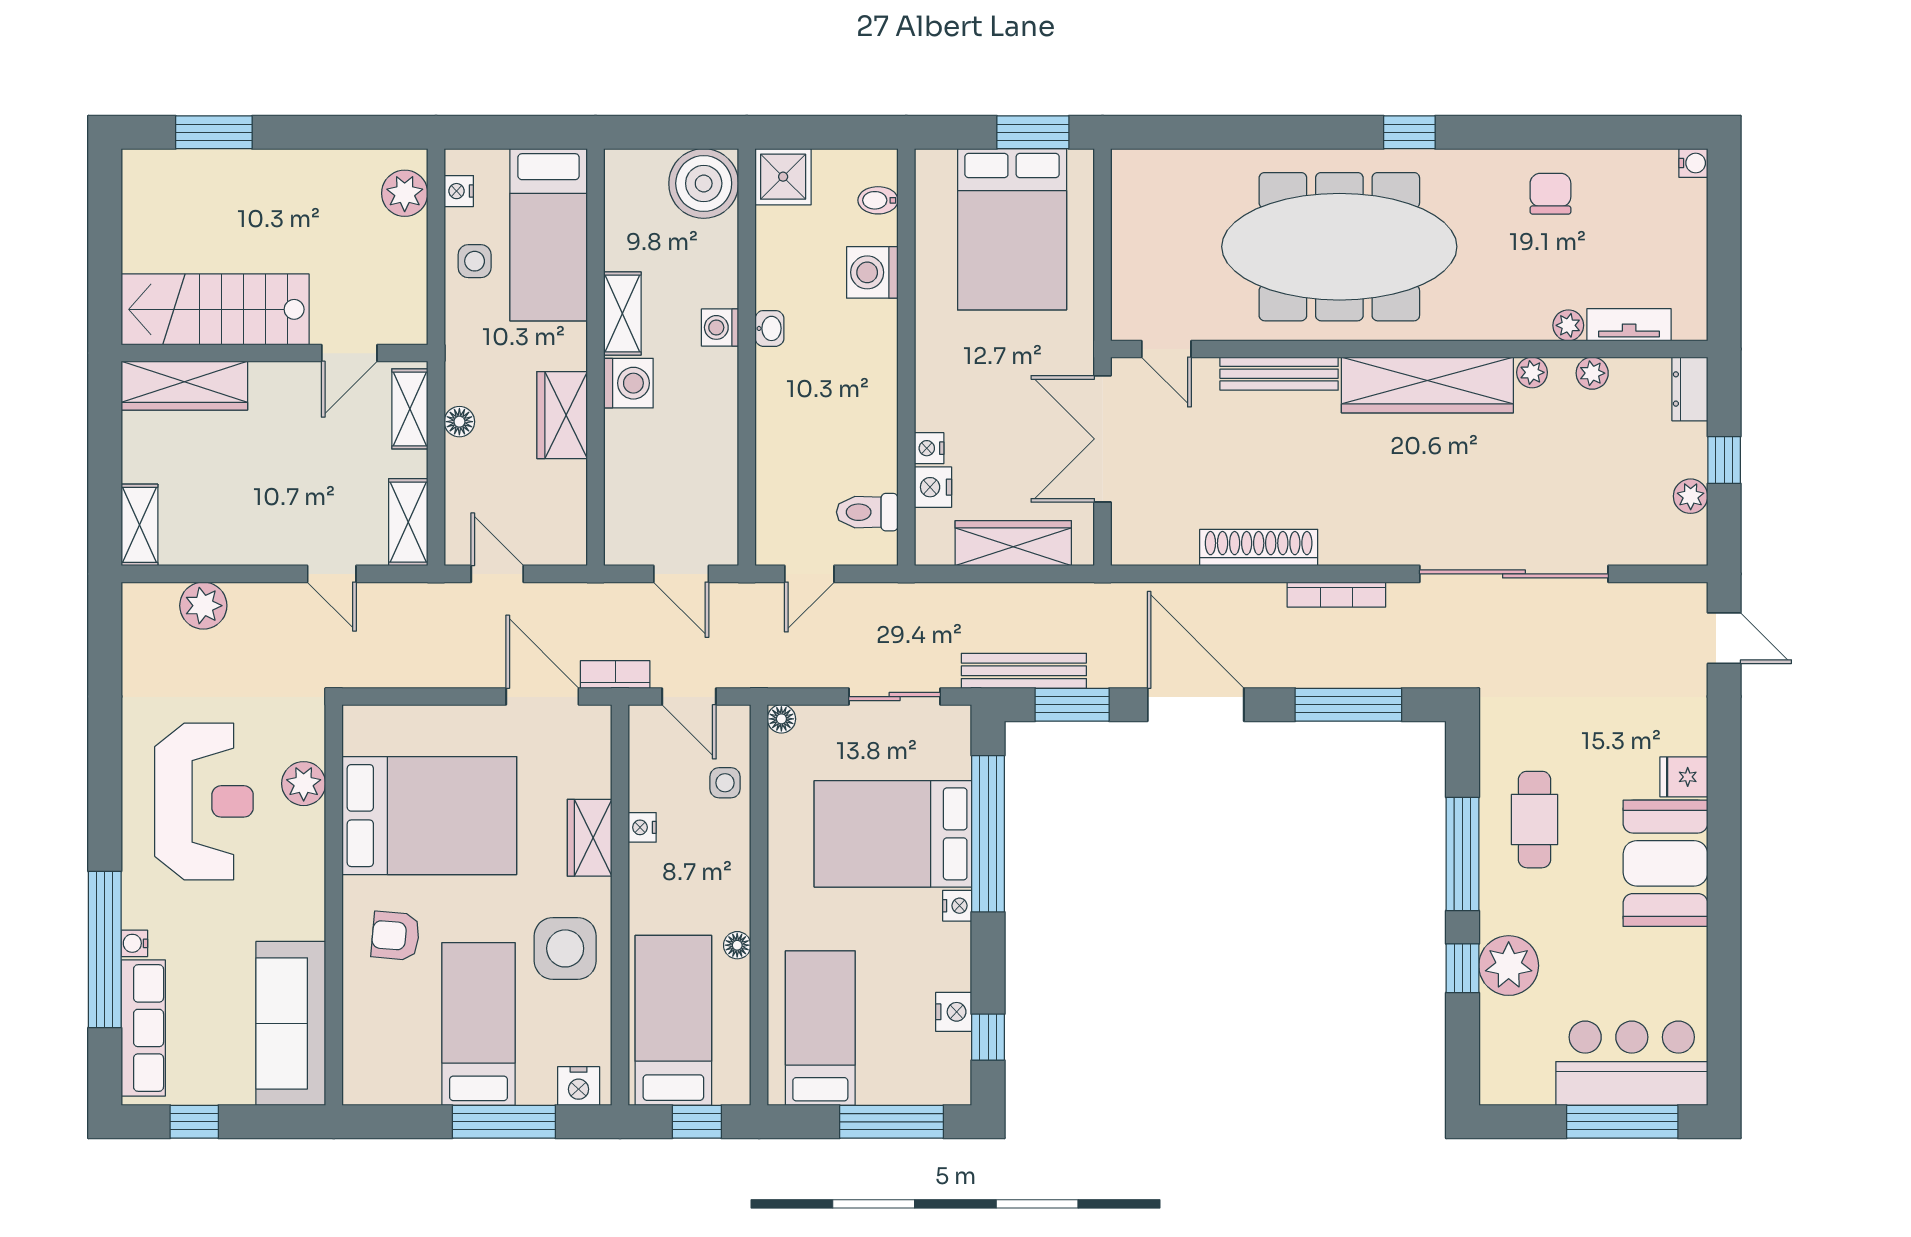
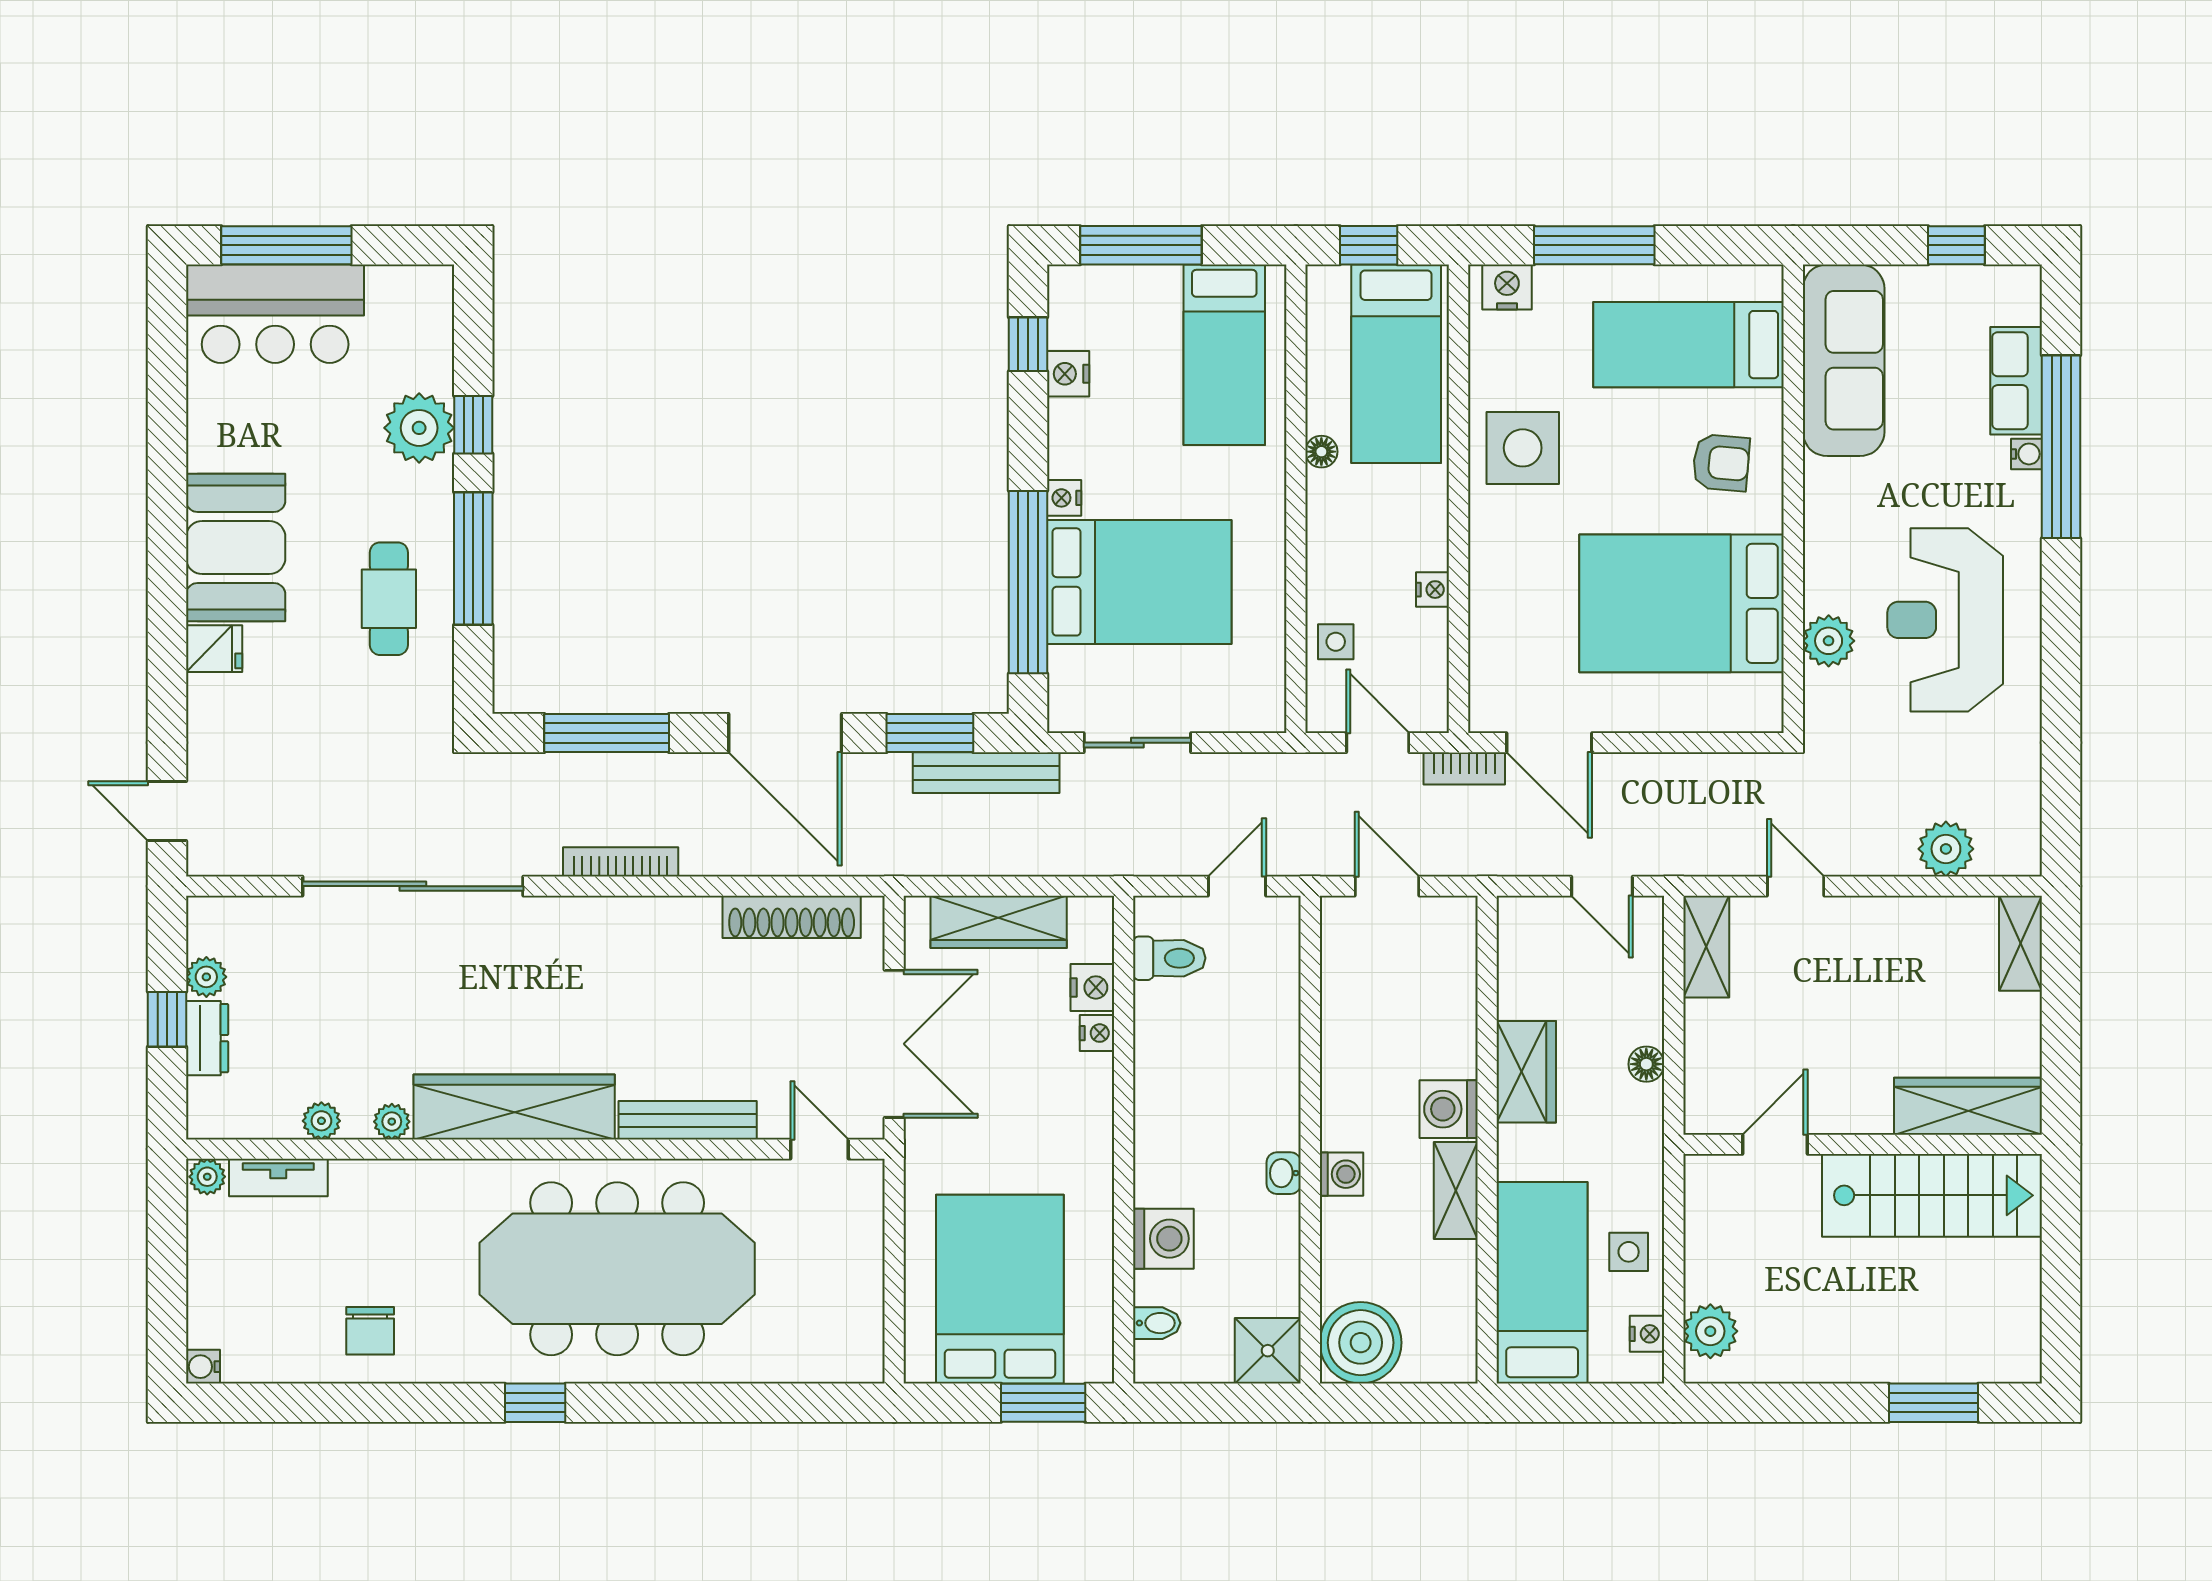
window: (1033, 132) -> (1043, 1403), moved
plant: (1568, 325) -> (207, 1177), moved
dresser: (1690, 389) -> (207, 1038), moved
shelving: (410, 409) -> (1704, 1079), removed
shoe rack: (1259, 547) -> (792, 917), moved
floor lamp: (781, 719) -> (1270, 716), removed
wardrobe: (590, 838) -> (1494, 577), removed
bed: (478, 1024) -> (1689, 345), moved, turned 90
row of seats: (143, 1028) -> (2016, 381), width x0.68

